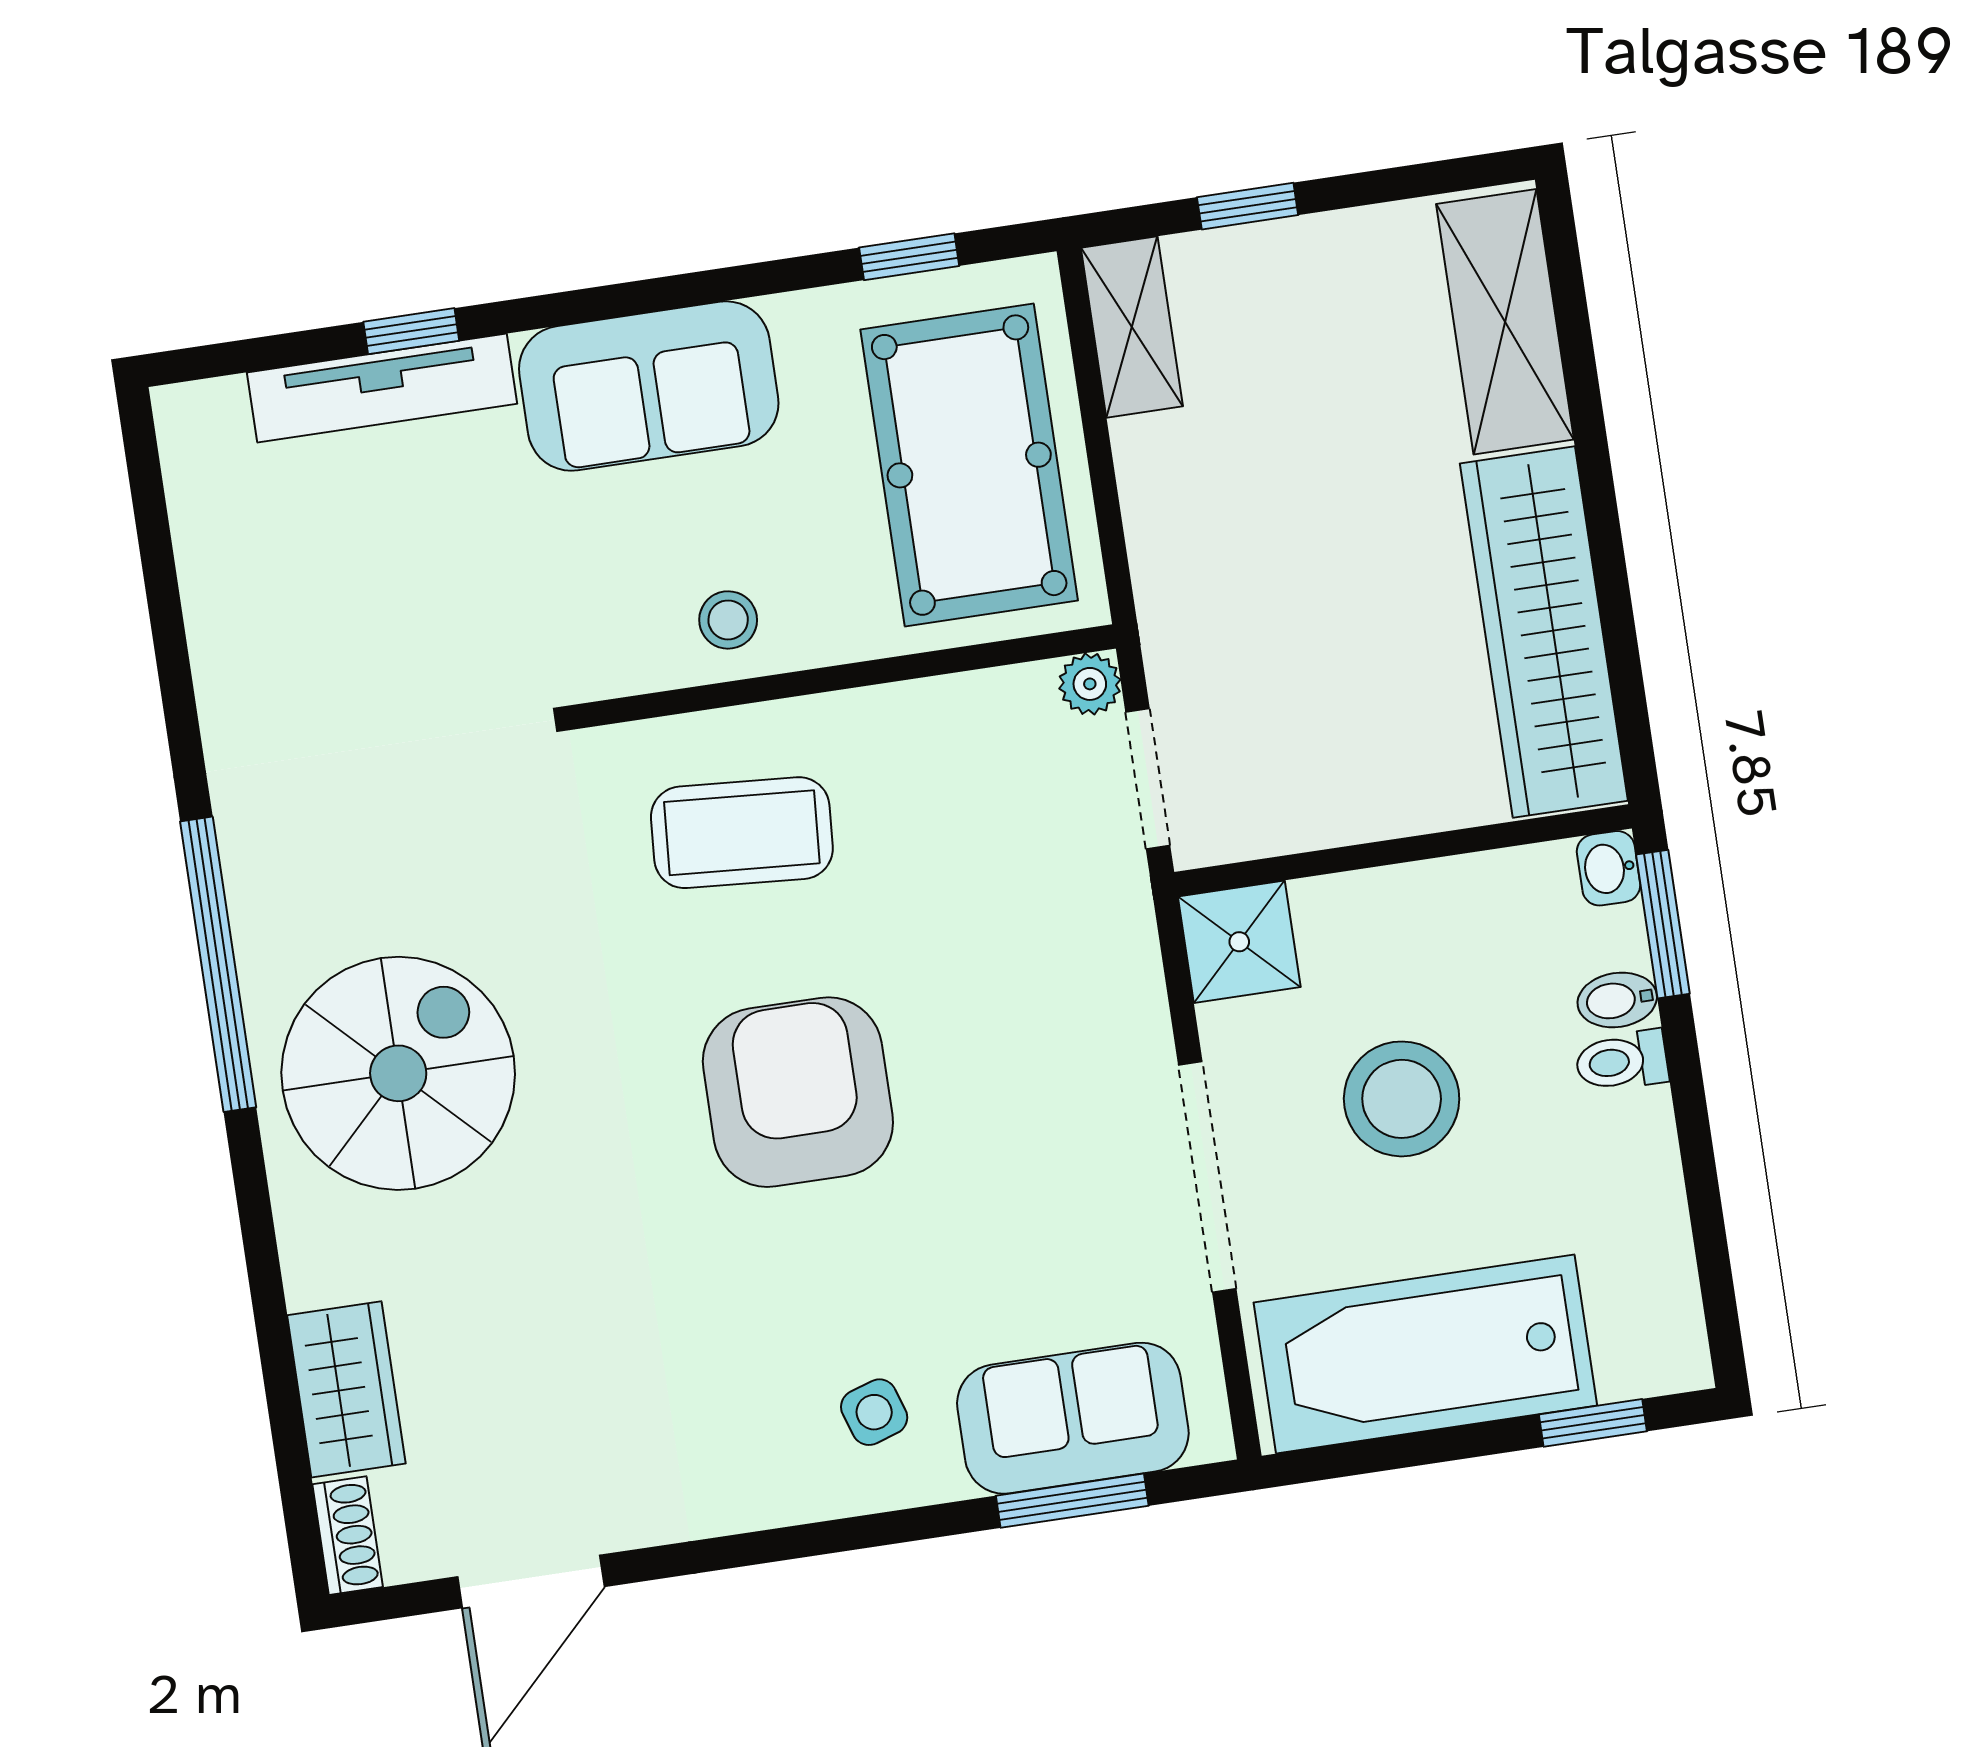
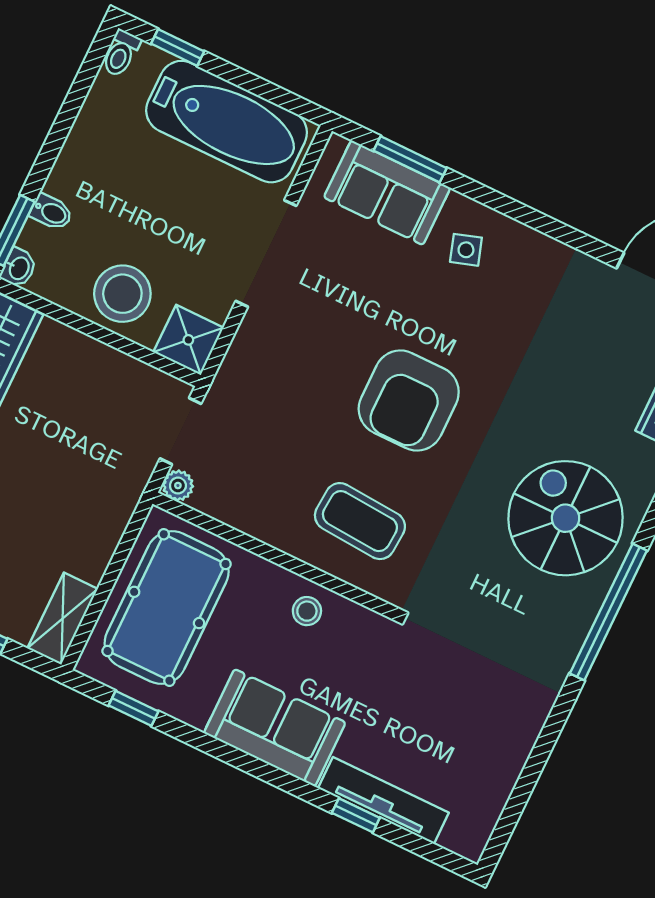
toilet: (1622, 1061) -> (121, 53), moved, turned 90
spiral stairs: (398, 1073) -> (566, 518), turned 90
stool: (1402, 1099) -> (122, 294), moved

